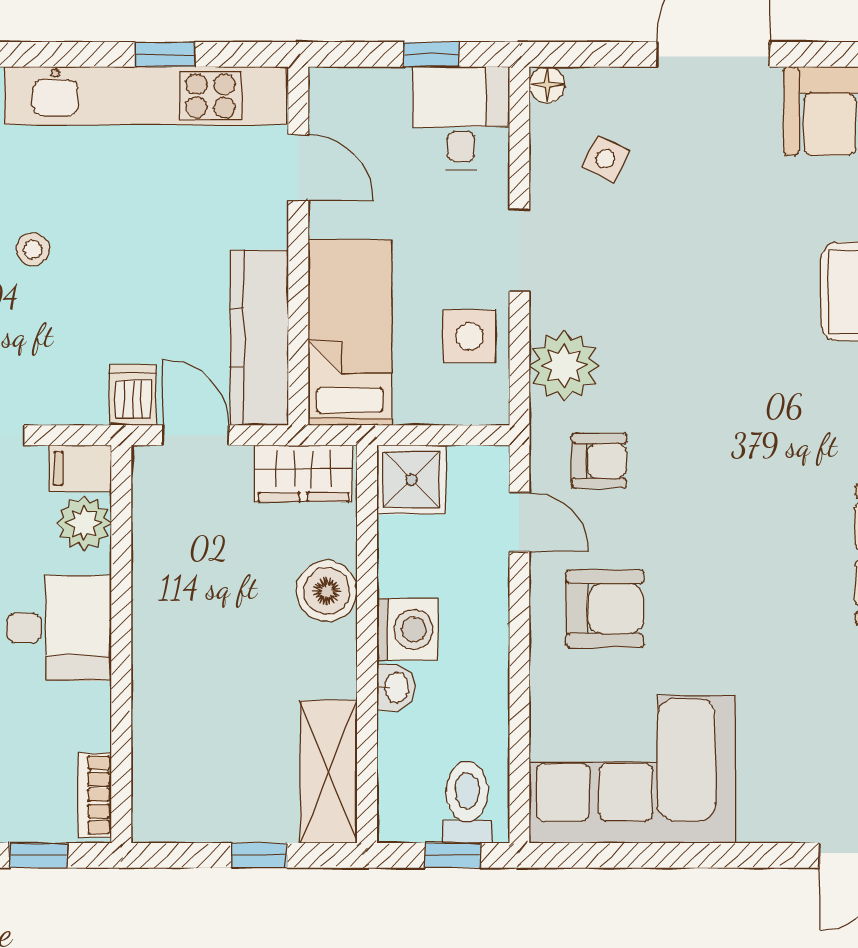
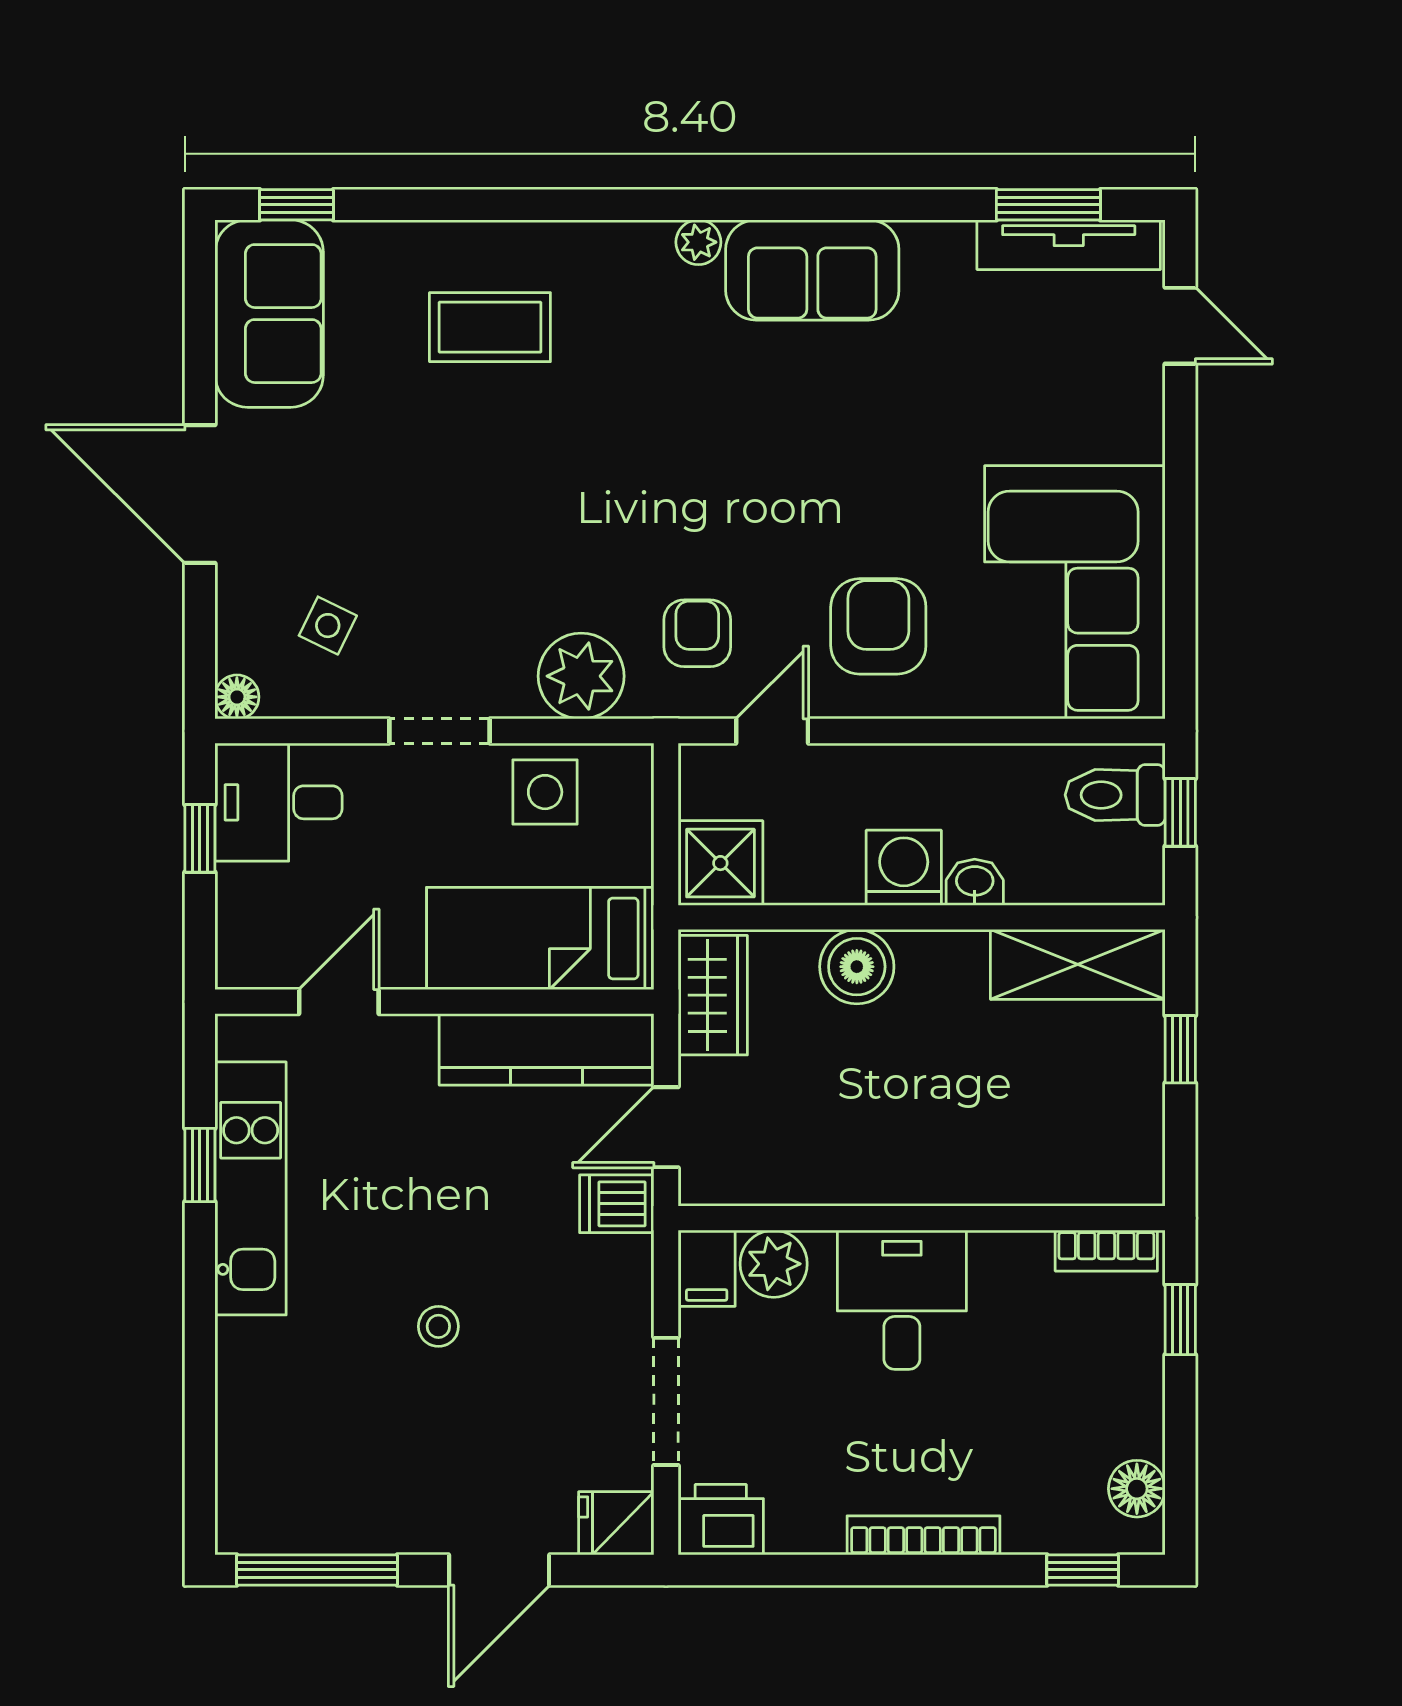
kitchen unit: (146, 96) -> (251, 1188), width x0.73

